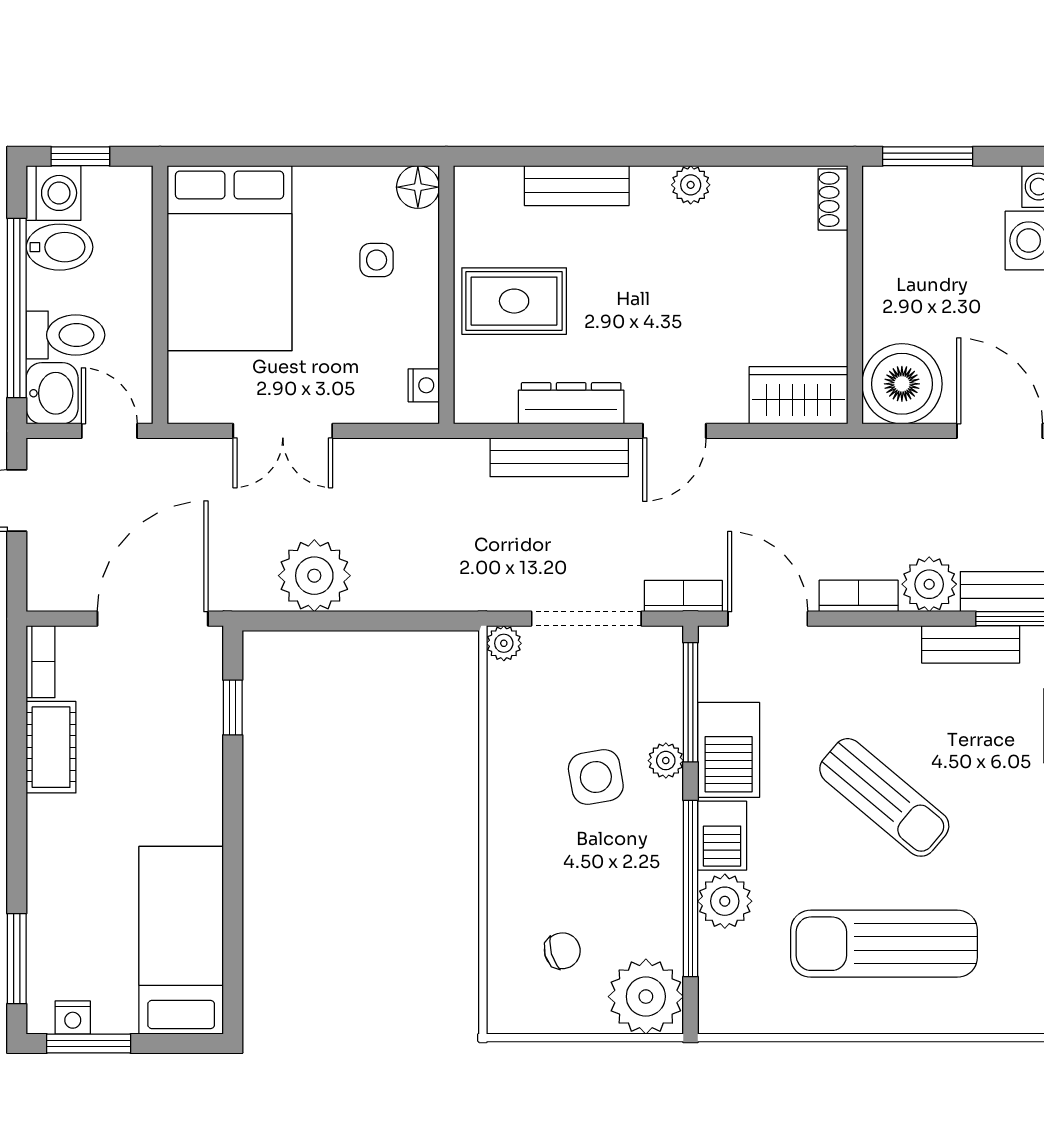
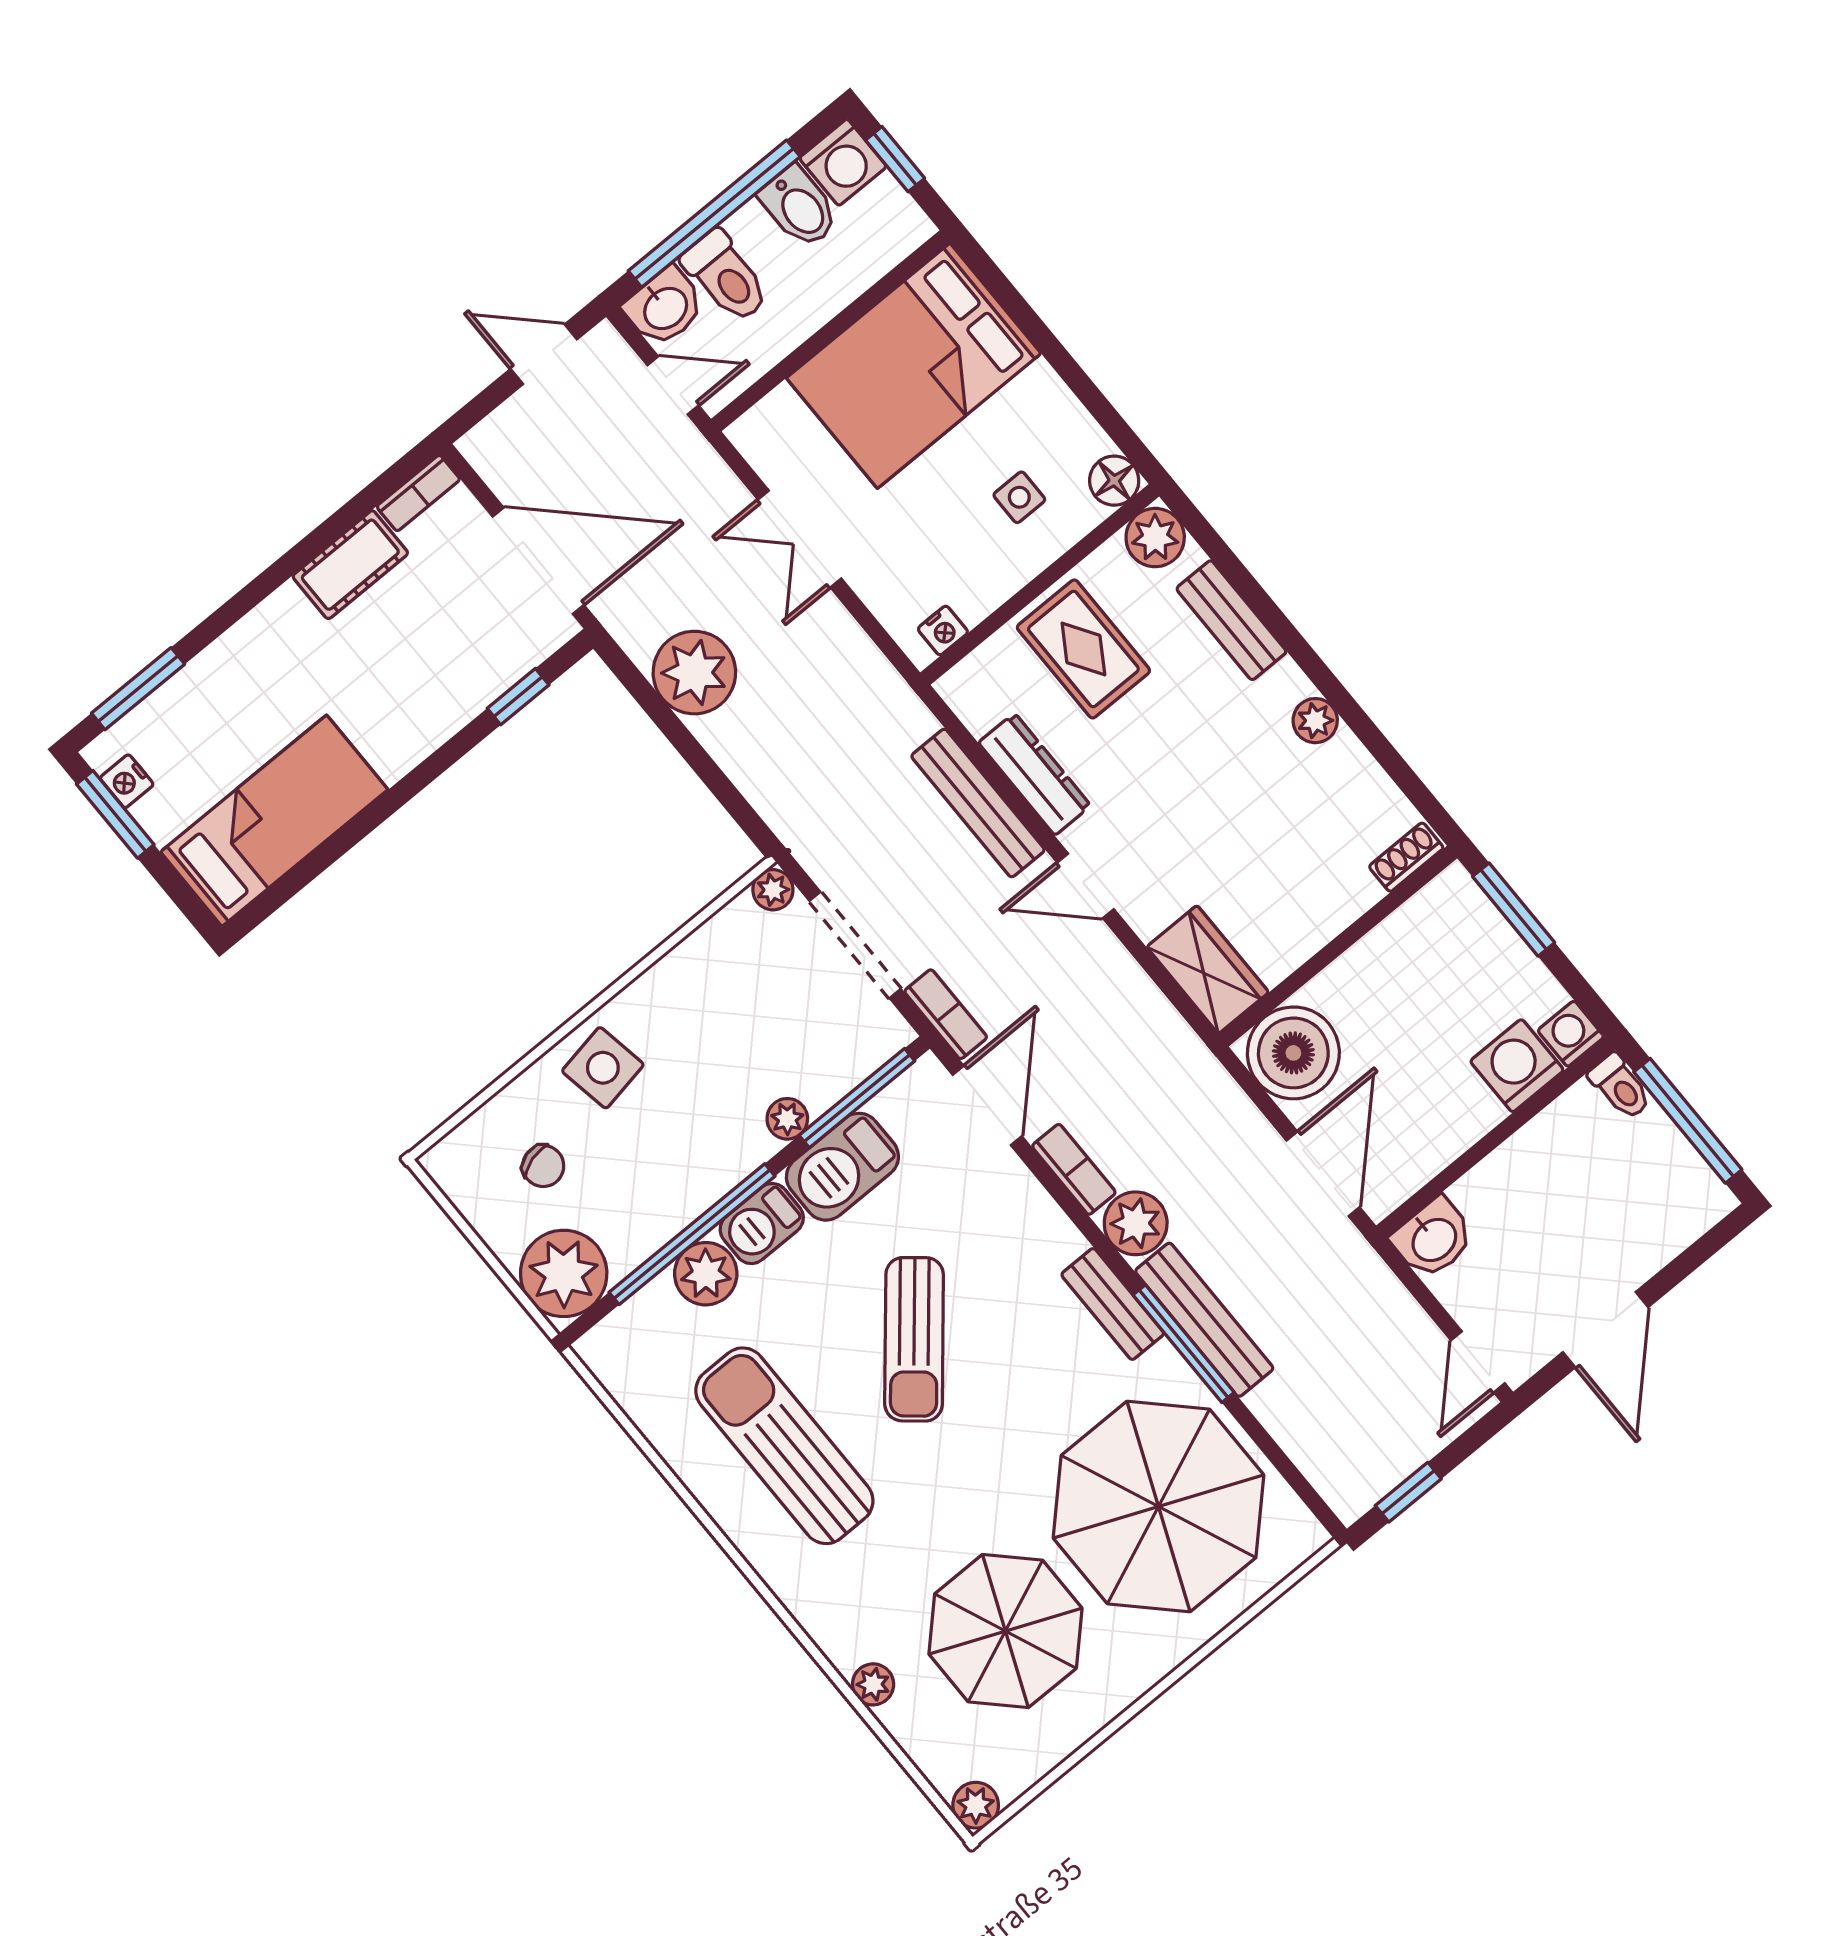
plant: (479, 191) -> (1155, 538), added
door: (109, 431) -> (673, 385), hinge flipped
side table: (596, 777) -> (603, 1068), moved

